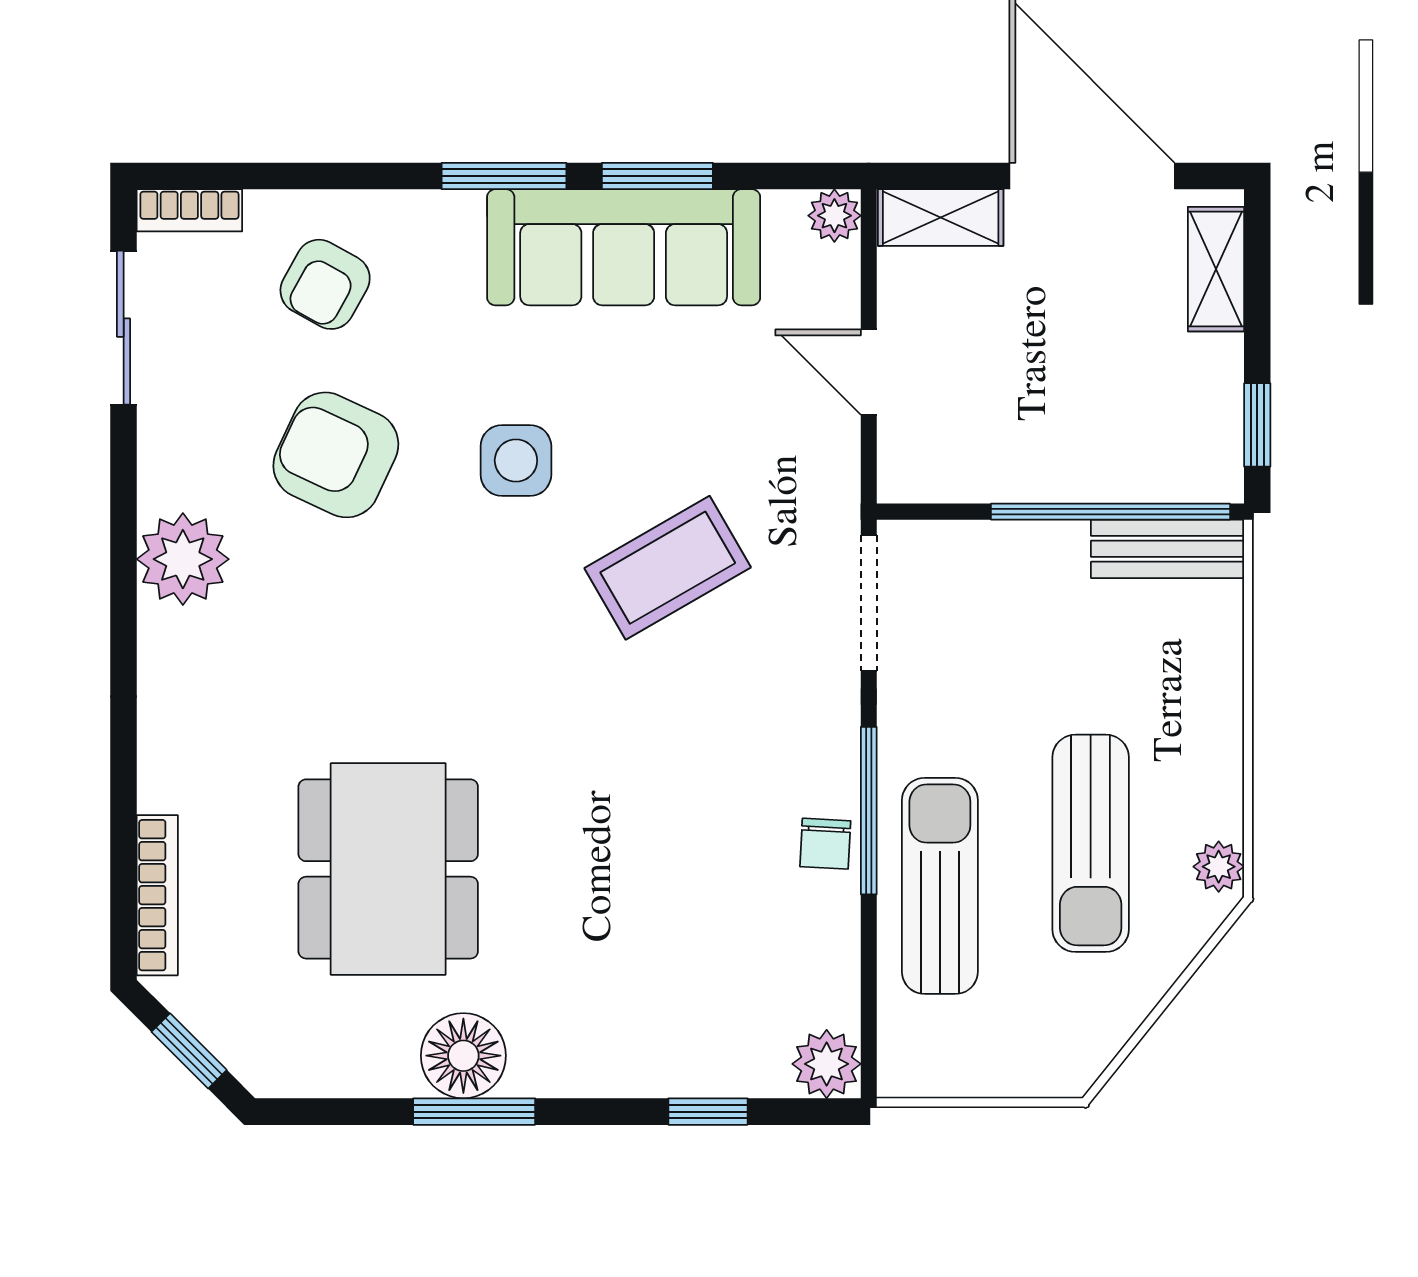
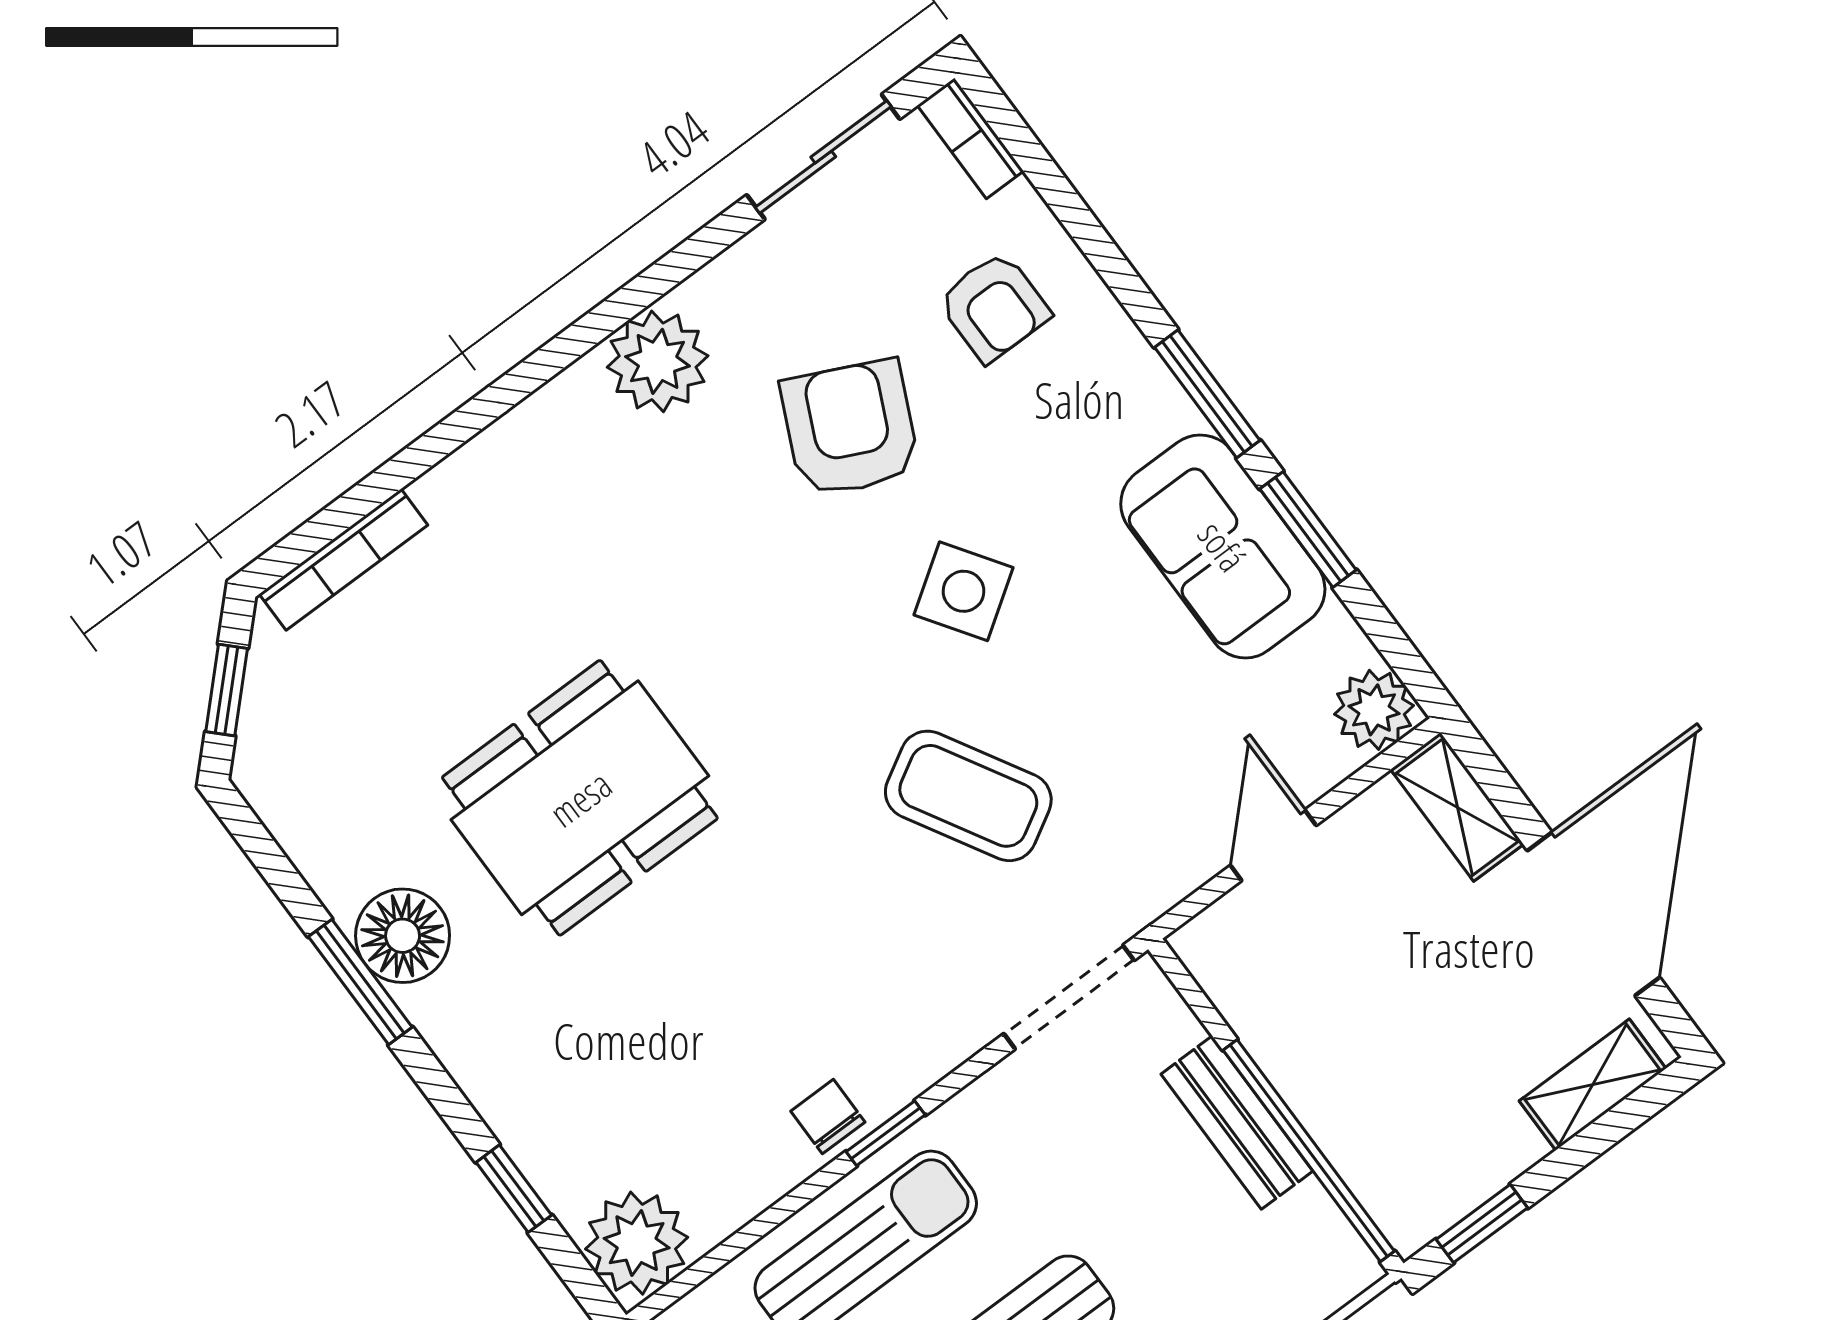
plant: (834, 216) -> (1374, 710), width x1.38, depth x1.38
sofa: (624, 247) -> (1223, 546), width x0.73
armchair: (325, 284) -> (994, 307), turned -119
side table: (516, 460) -> (964, 591), turned -34
bench: (1168, 549) -> (1237, 1123), moved
window: (869, 811) -> (886, 1133), width x0.46
chair: (825, 844) -> (828, 1117), turned 87
dining table: (388, 869) -> (580, 798), moved
plant: (827, 1064) -> (637, 1243), width x1.36, depth x1.36

